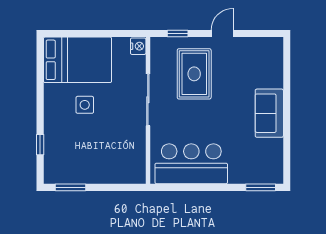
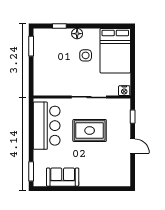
rug: (194, 74) -> (90, 130), moved
sofa: (269, 113) -> (63, 177), moved
floor lamp: (52, 118) -> (77, 34), added

